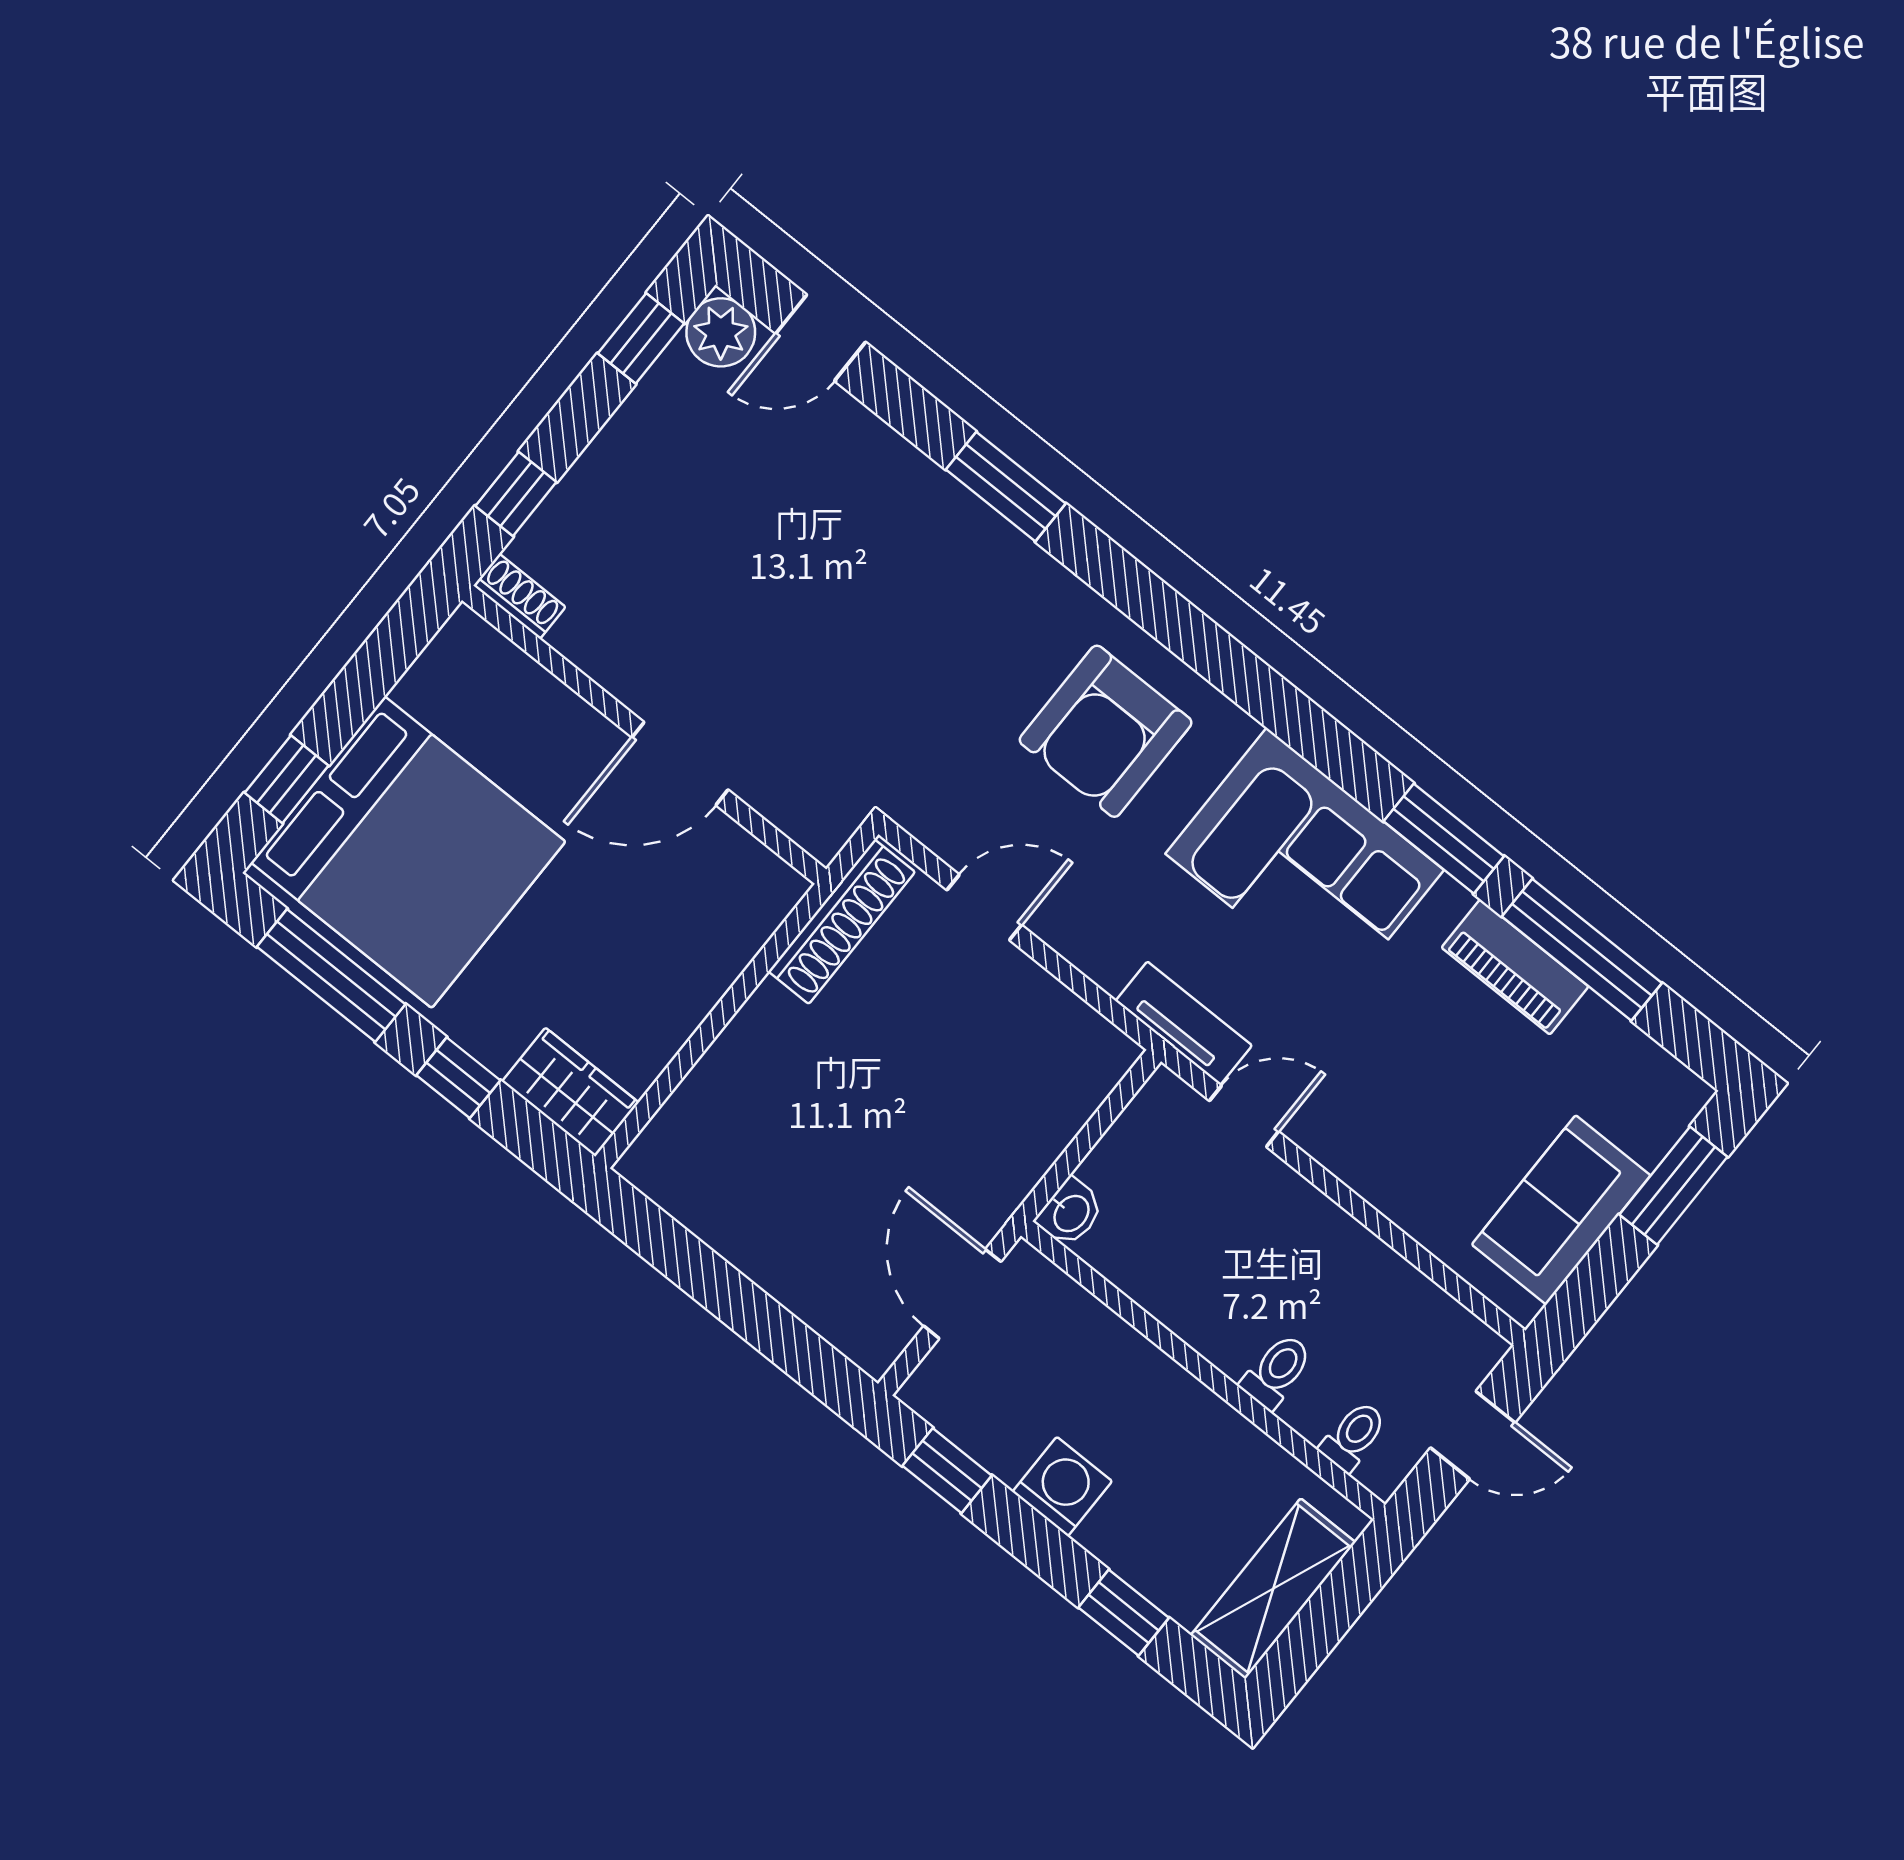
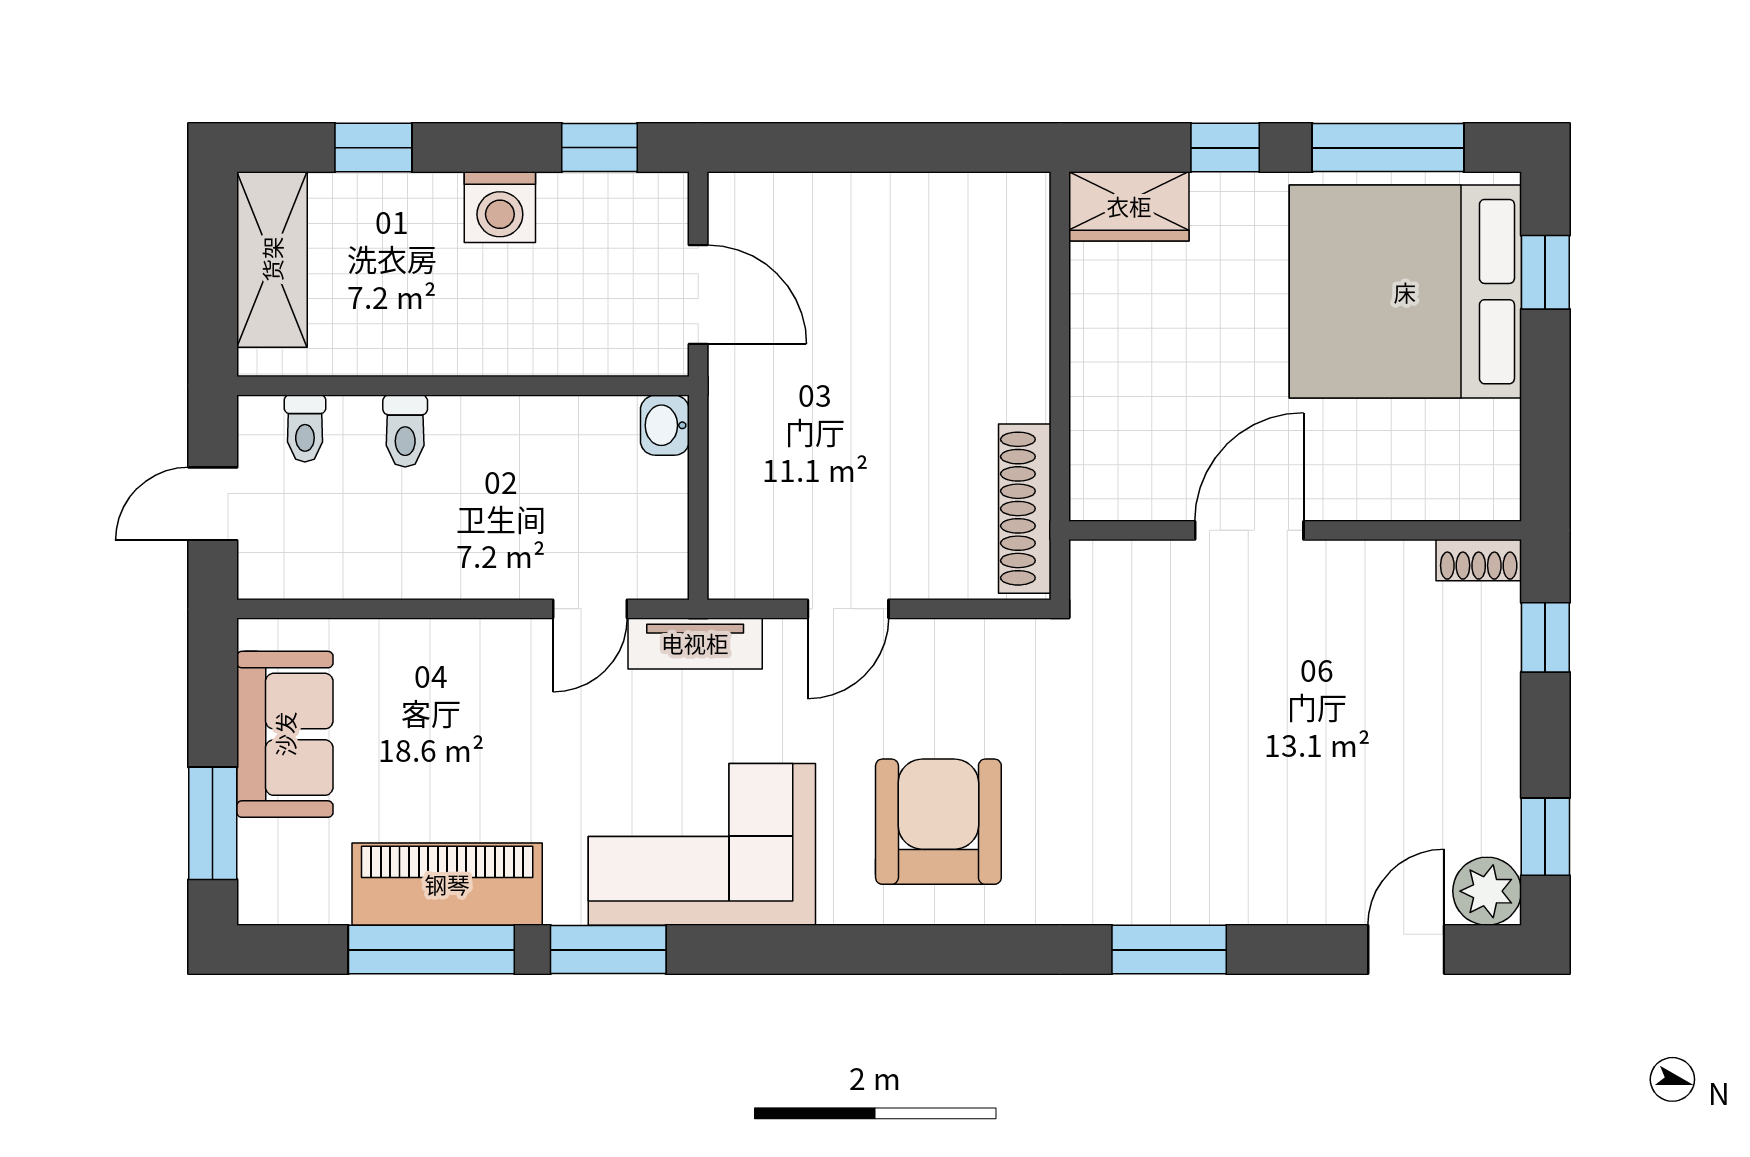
door: (984, 907) -> (848, 609), moved
piano: (1515, 967) -> (447, 884), width x1.37, depth x1.33

